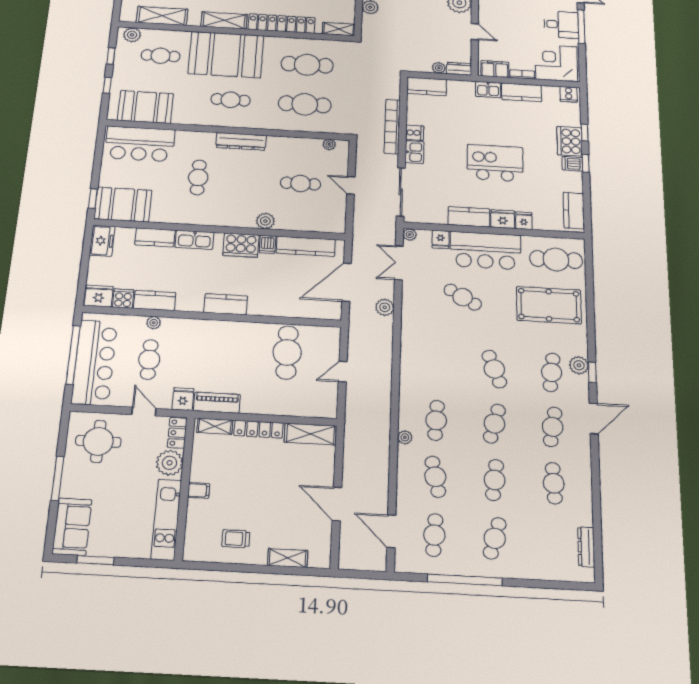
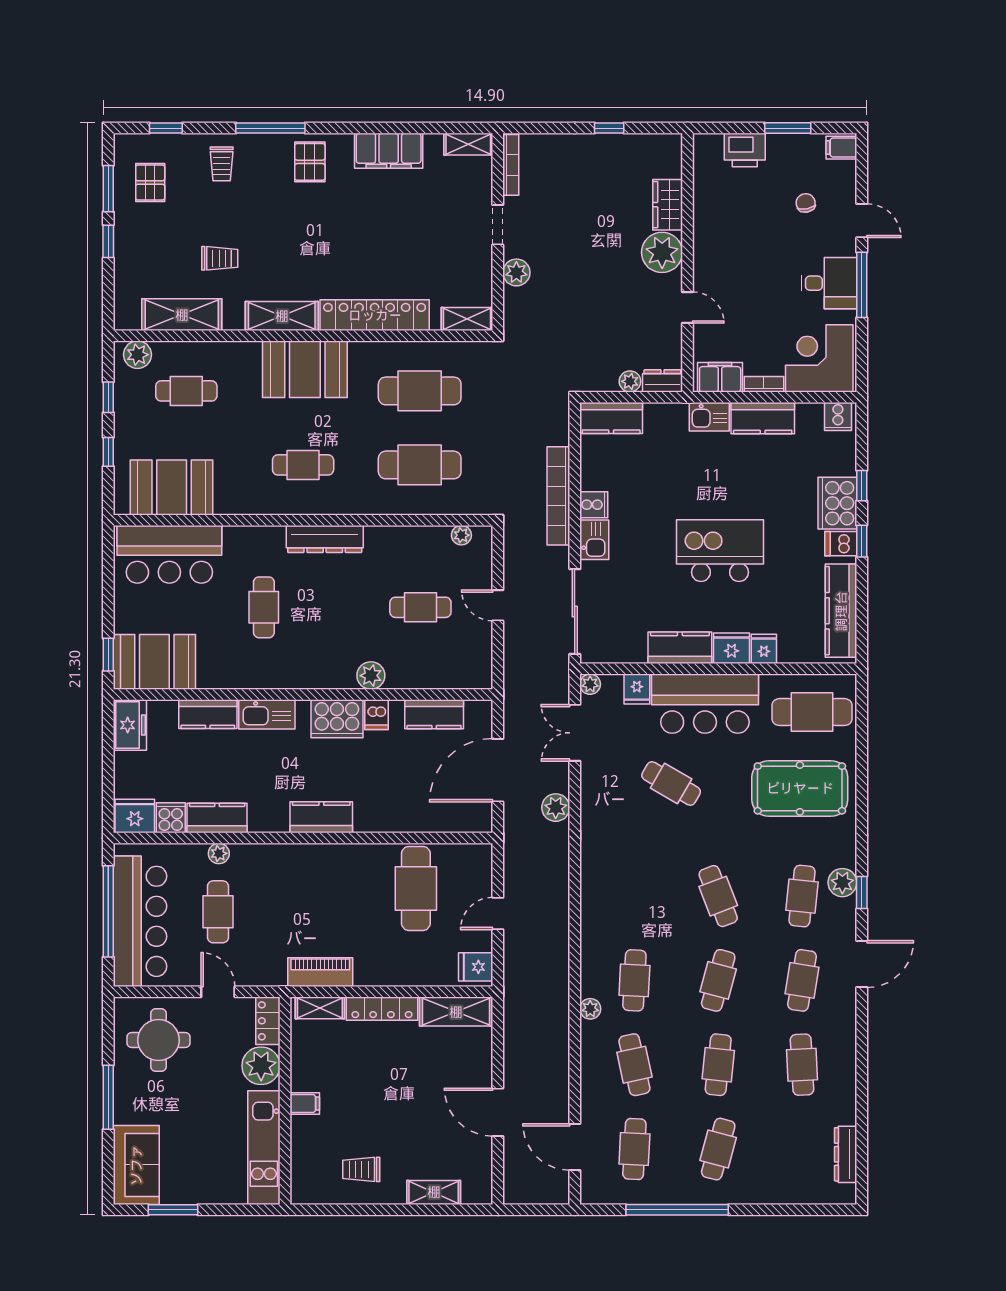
booth: (226, 55) -> (305, 369), width x0.73, depth x0.70
kitchen counter: (574, 211) -> (841, 611), width x1.50
kitchen counter: (306, 246) -> (434, 714), width x0.67
fridge: (183, 399) -> (476, 967), moved, turned -90

